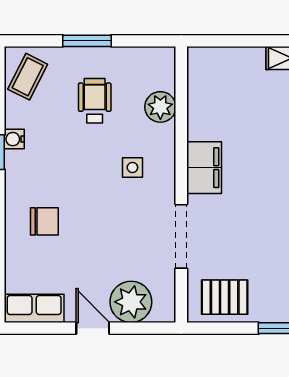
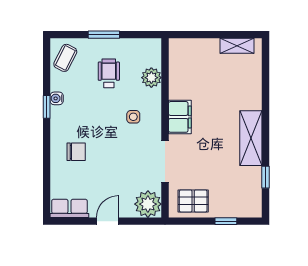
plant: (131, 302) -> (148, 204), moved
door: (93, 328) -> (108, 221), hinge flipped

